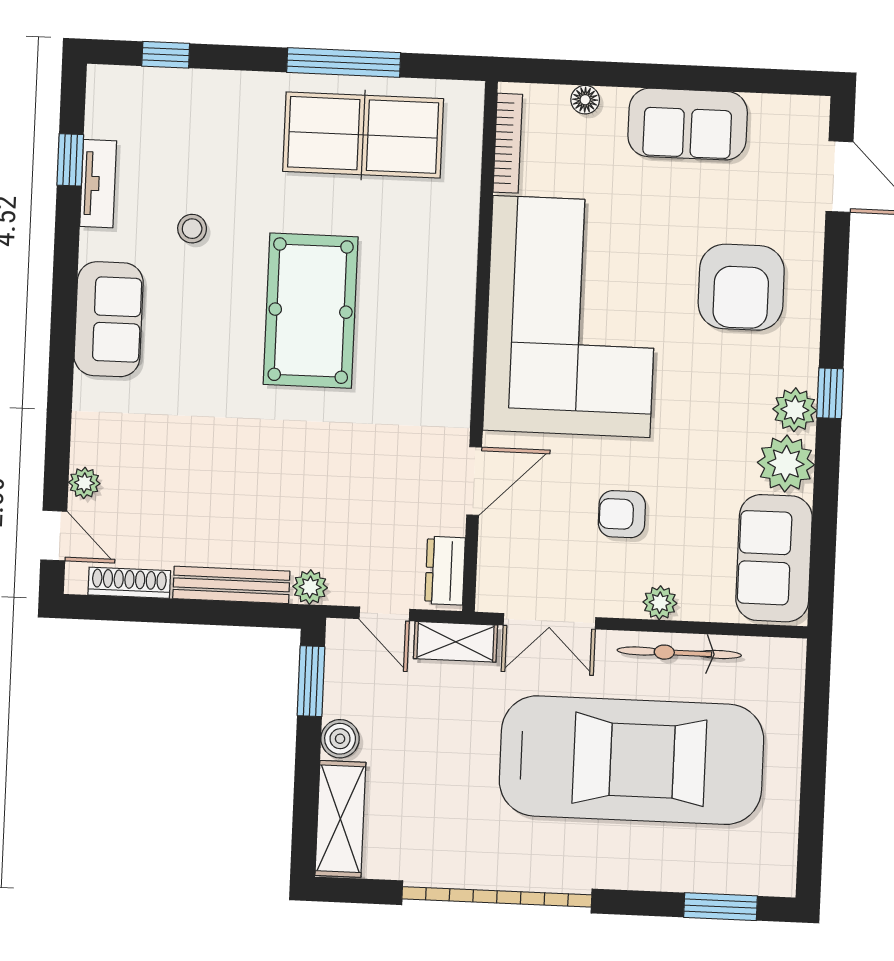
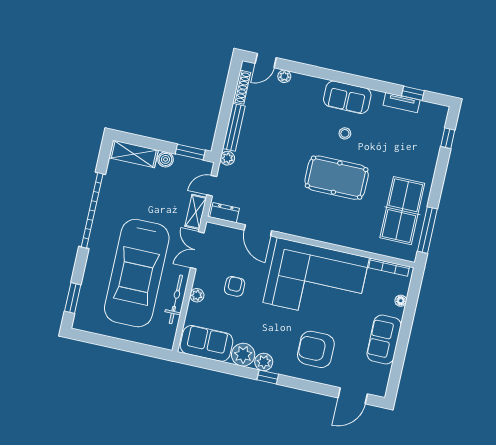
window: (344, 62) -> (427, 230), moved
stool: (192, 229) -> (345, 133), moved

